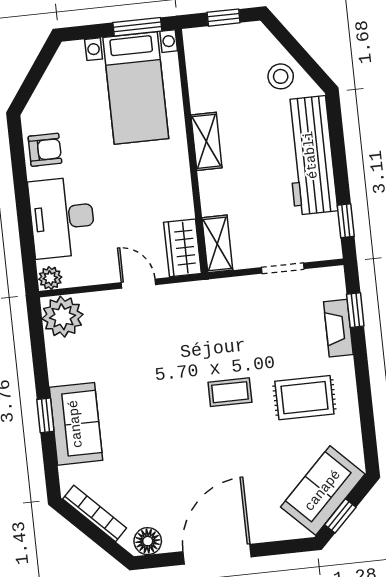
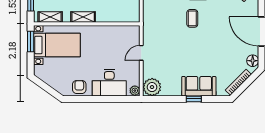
shelving: (217, 244) -> (50, 17), moved
wardrobe: (182, 248) -> (128, 32), removed

